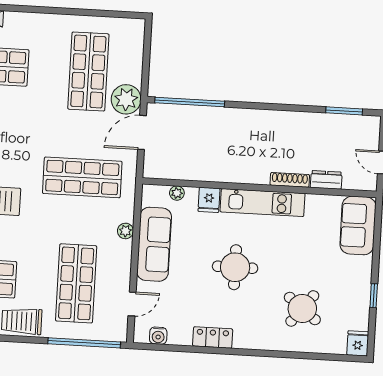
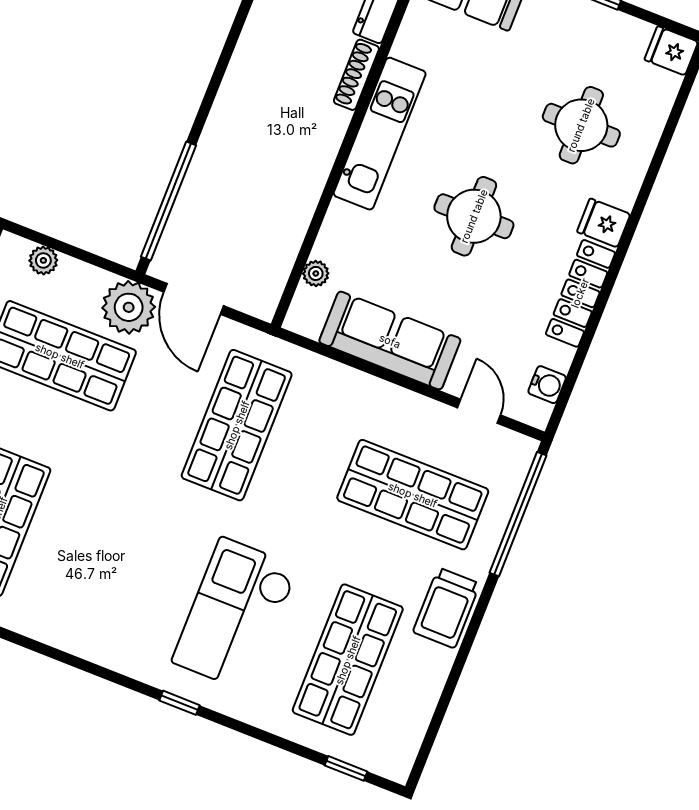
fridge: (209, 200) -> (604, 223), moved, turned 180
plant: (125, 231) -> (43, 260), moved
round table: (302, 308) -> (581, 125), turned -38
locker: (213, 337) -> (580, 293), width x1.53

